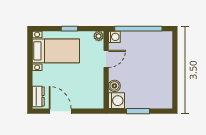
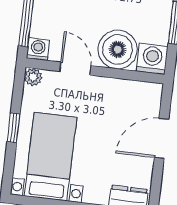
boiler: (114, 86) -> (118, 49), width x1.86, depth x1.86
door: (60, 111) -> (162, 138), moved

